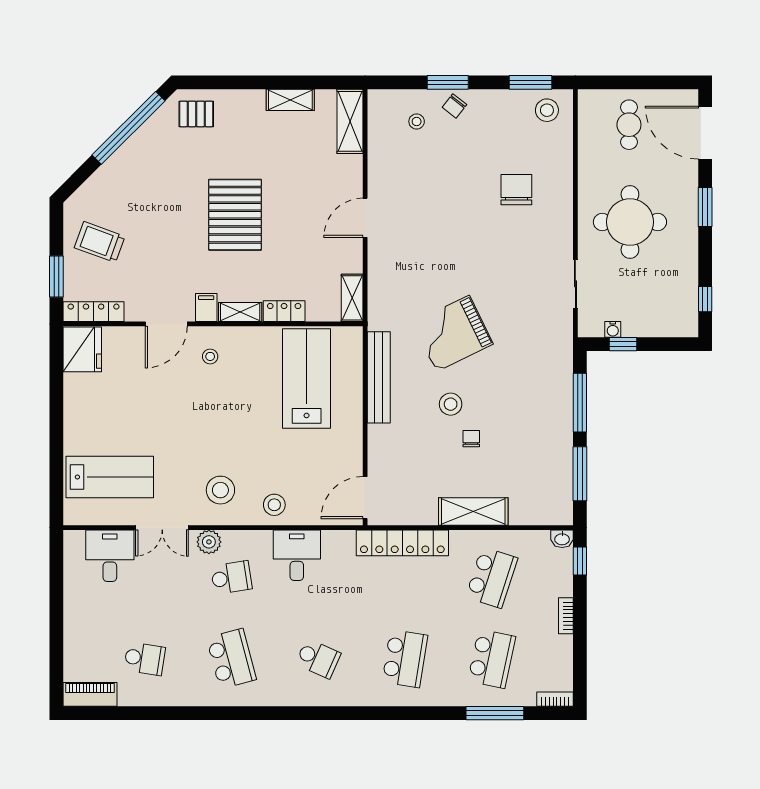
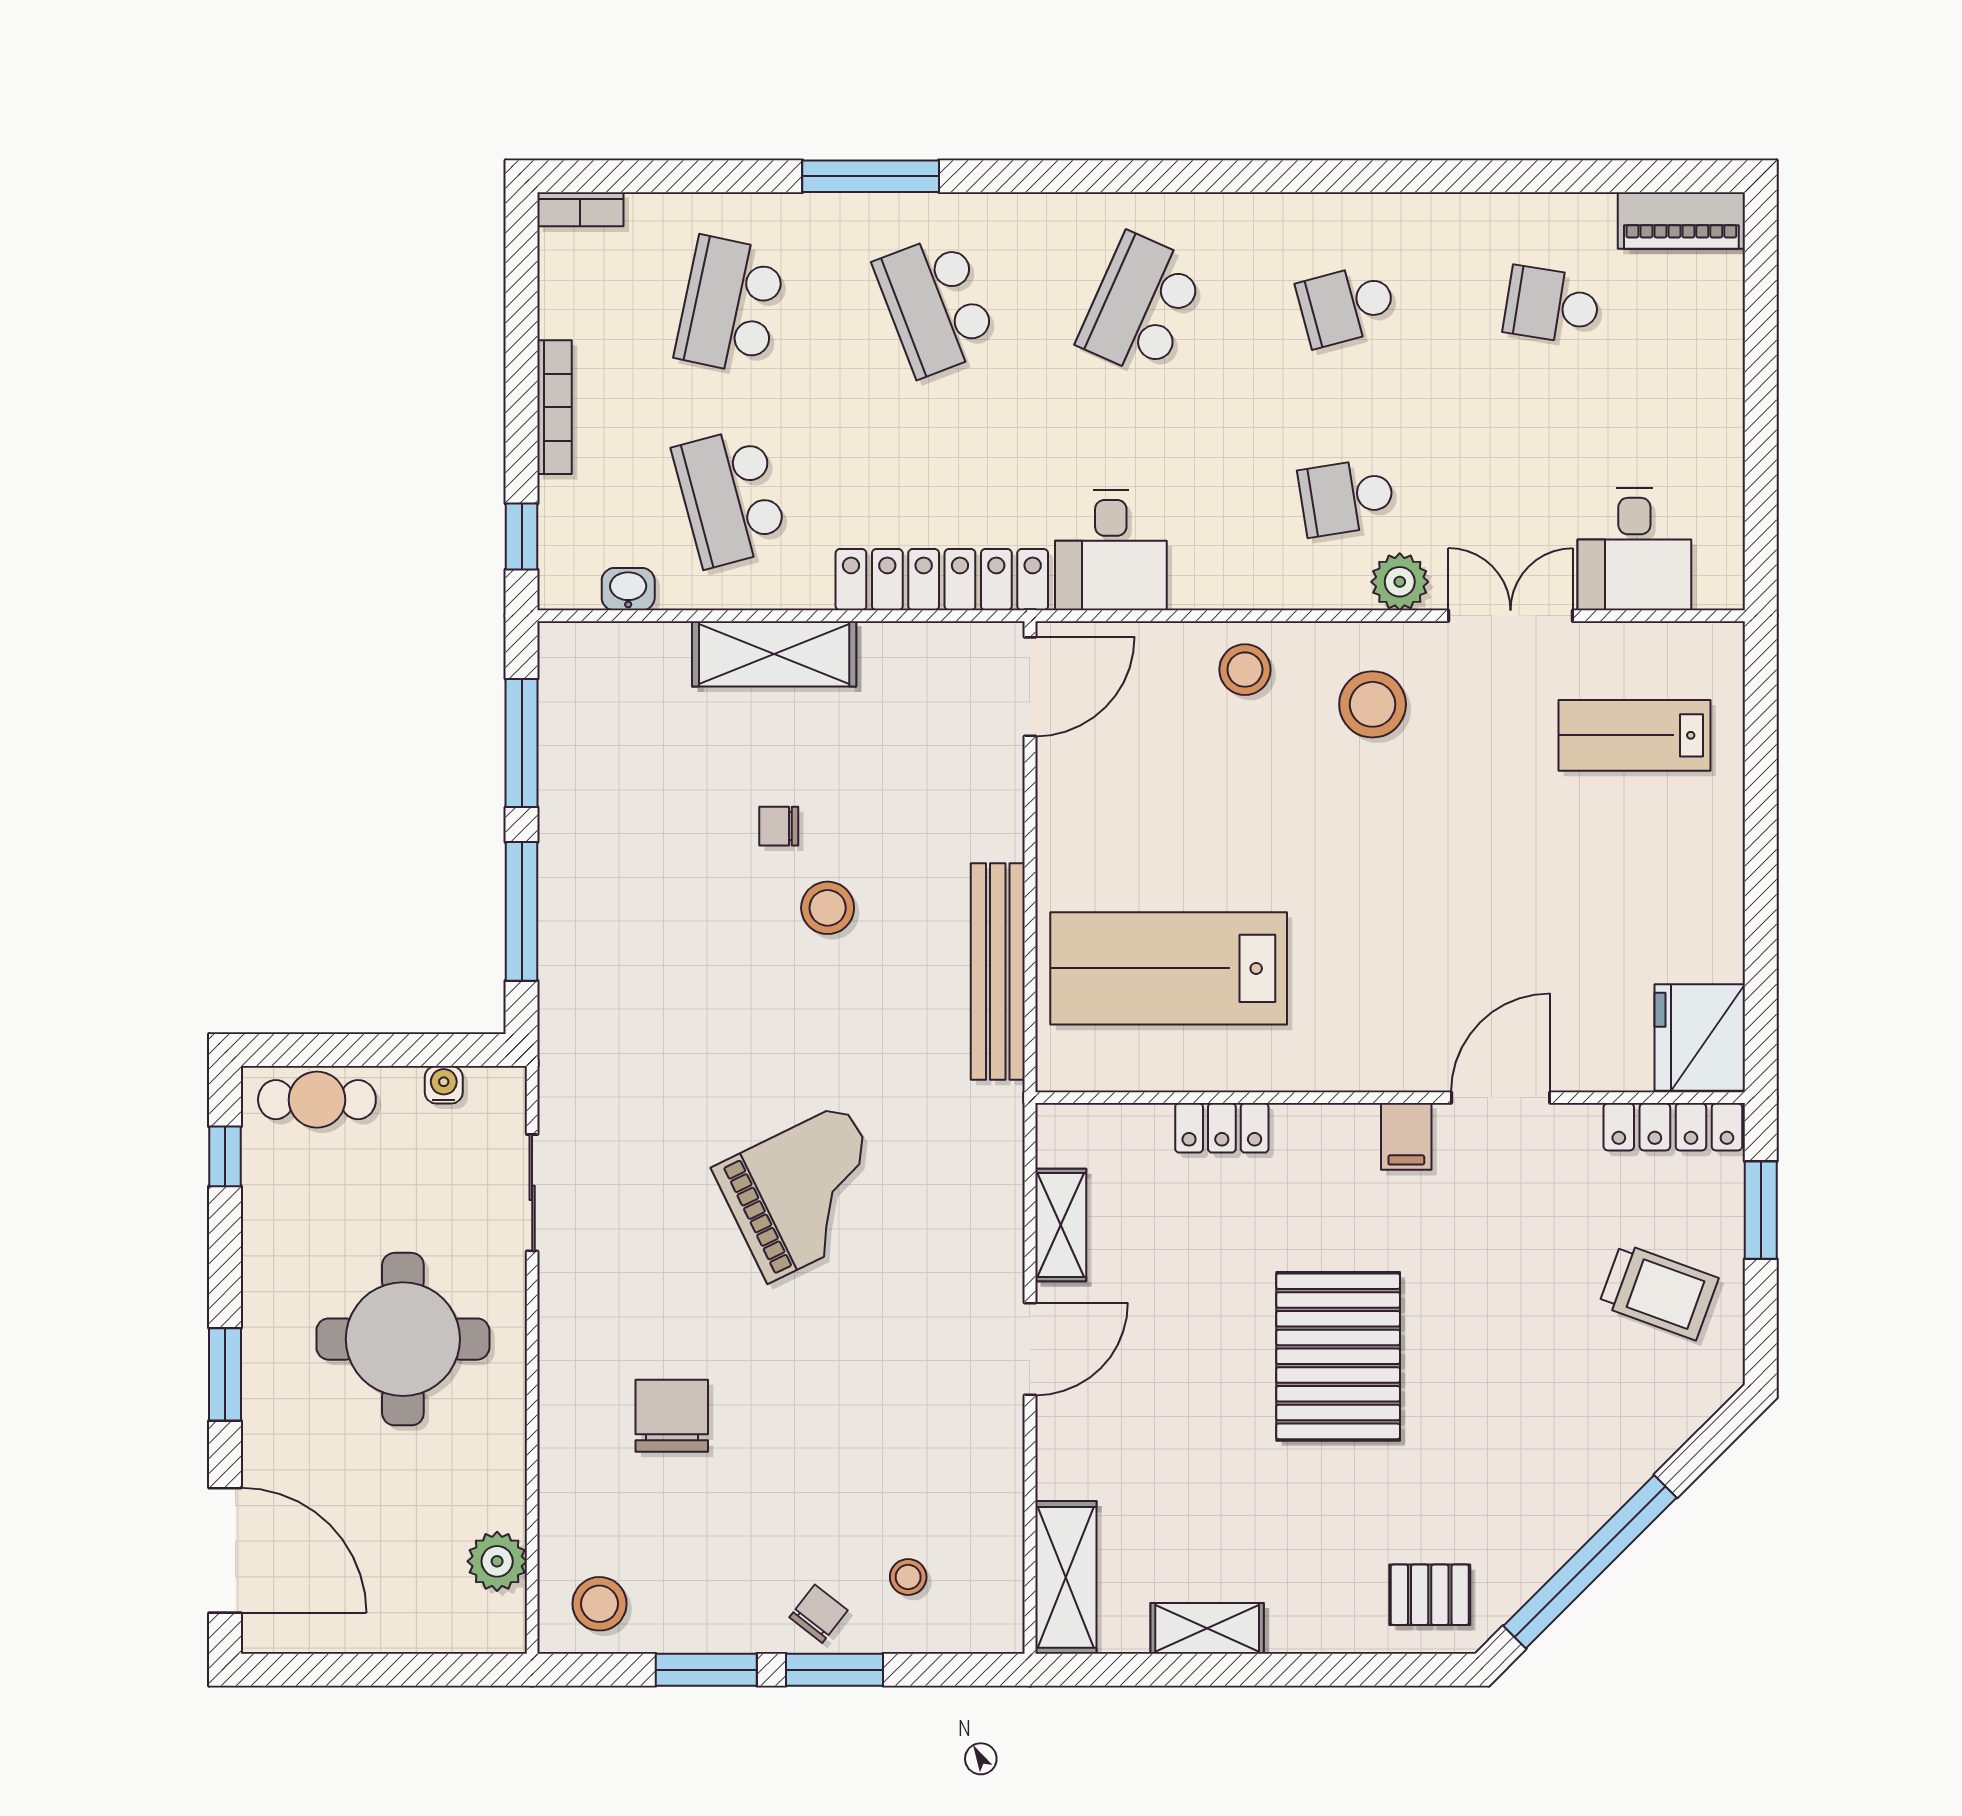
window: (530, 82) -> (706, 1670), moved
cafe table: (629, 125) -> (317, 1100), moved, turned 90
plant: (590, 128) -> (497, 1561), added
chair: (516, 190) -> (672, 1416), turned 180
shelving: (352, 298) -> (1061, 1225), moved
shelving: (240, 312) -> (1326, 1126), removed
grand piano: (453, 333) -> (806, 1193), moved
window: (623, 344) -> (419, 1050), removed
stool: (210, 356) -> (1397, 1021), removed
lab bench: (307, 379) -> (1169, 968), turned 90
chair: (471, 439) -> (779, 826), turned 90
lab bench: (110, 477) -> (1635, 735), width x0.73, depth x0.72
washbasin: (562, 539) -> (628, 589), moved
desk: (297, 555) -> (1111, 550), moved
school desk: (492, 578) -> (730, 497), turned -33
bookcase: (566, 616) -> (555, 407), width x1.56
school desk: (231, 659) -> (1347, 305), width x0.54
school desk: (318, 659) -> (1141, 305), width x1.85
school desk: (405, 659) -> (936, 305), turned -30
window: (495, 713) -> (871, 176), moved

